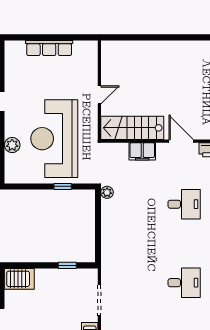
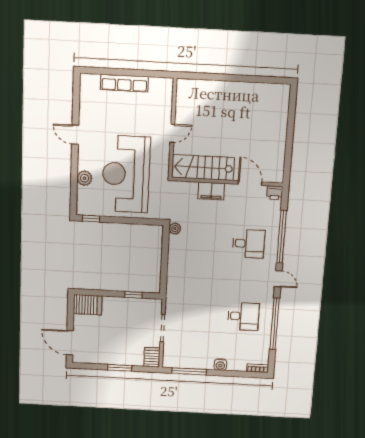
window: (63, 186) -> (91, 219), moved

